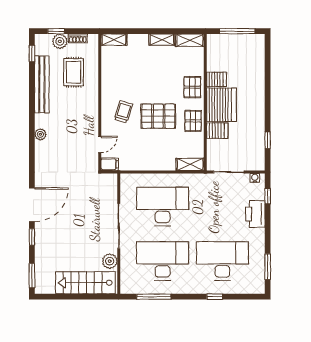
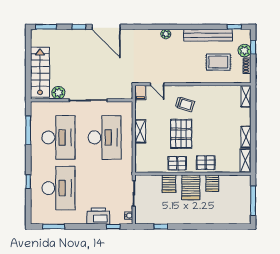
server rack: (221, 105) -> (191, 187), width x0.63
shelving: (190, 164) -> (140, 131), moved

